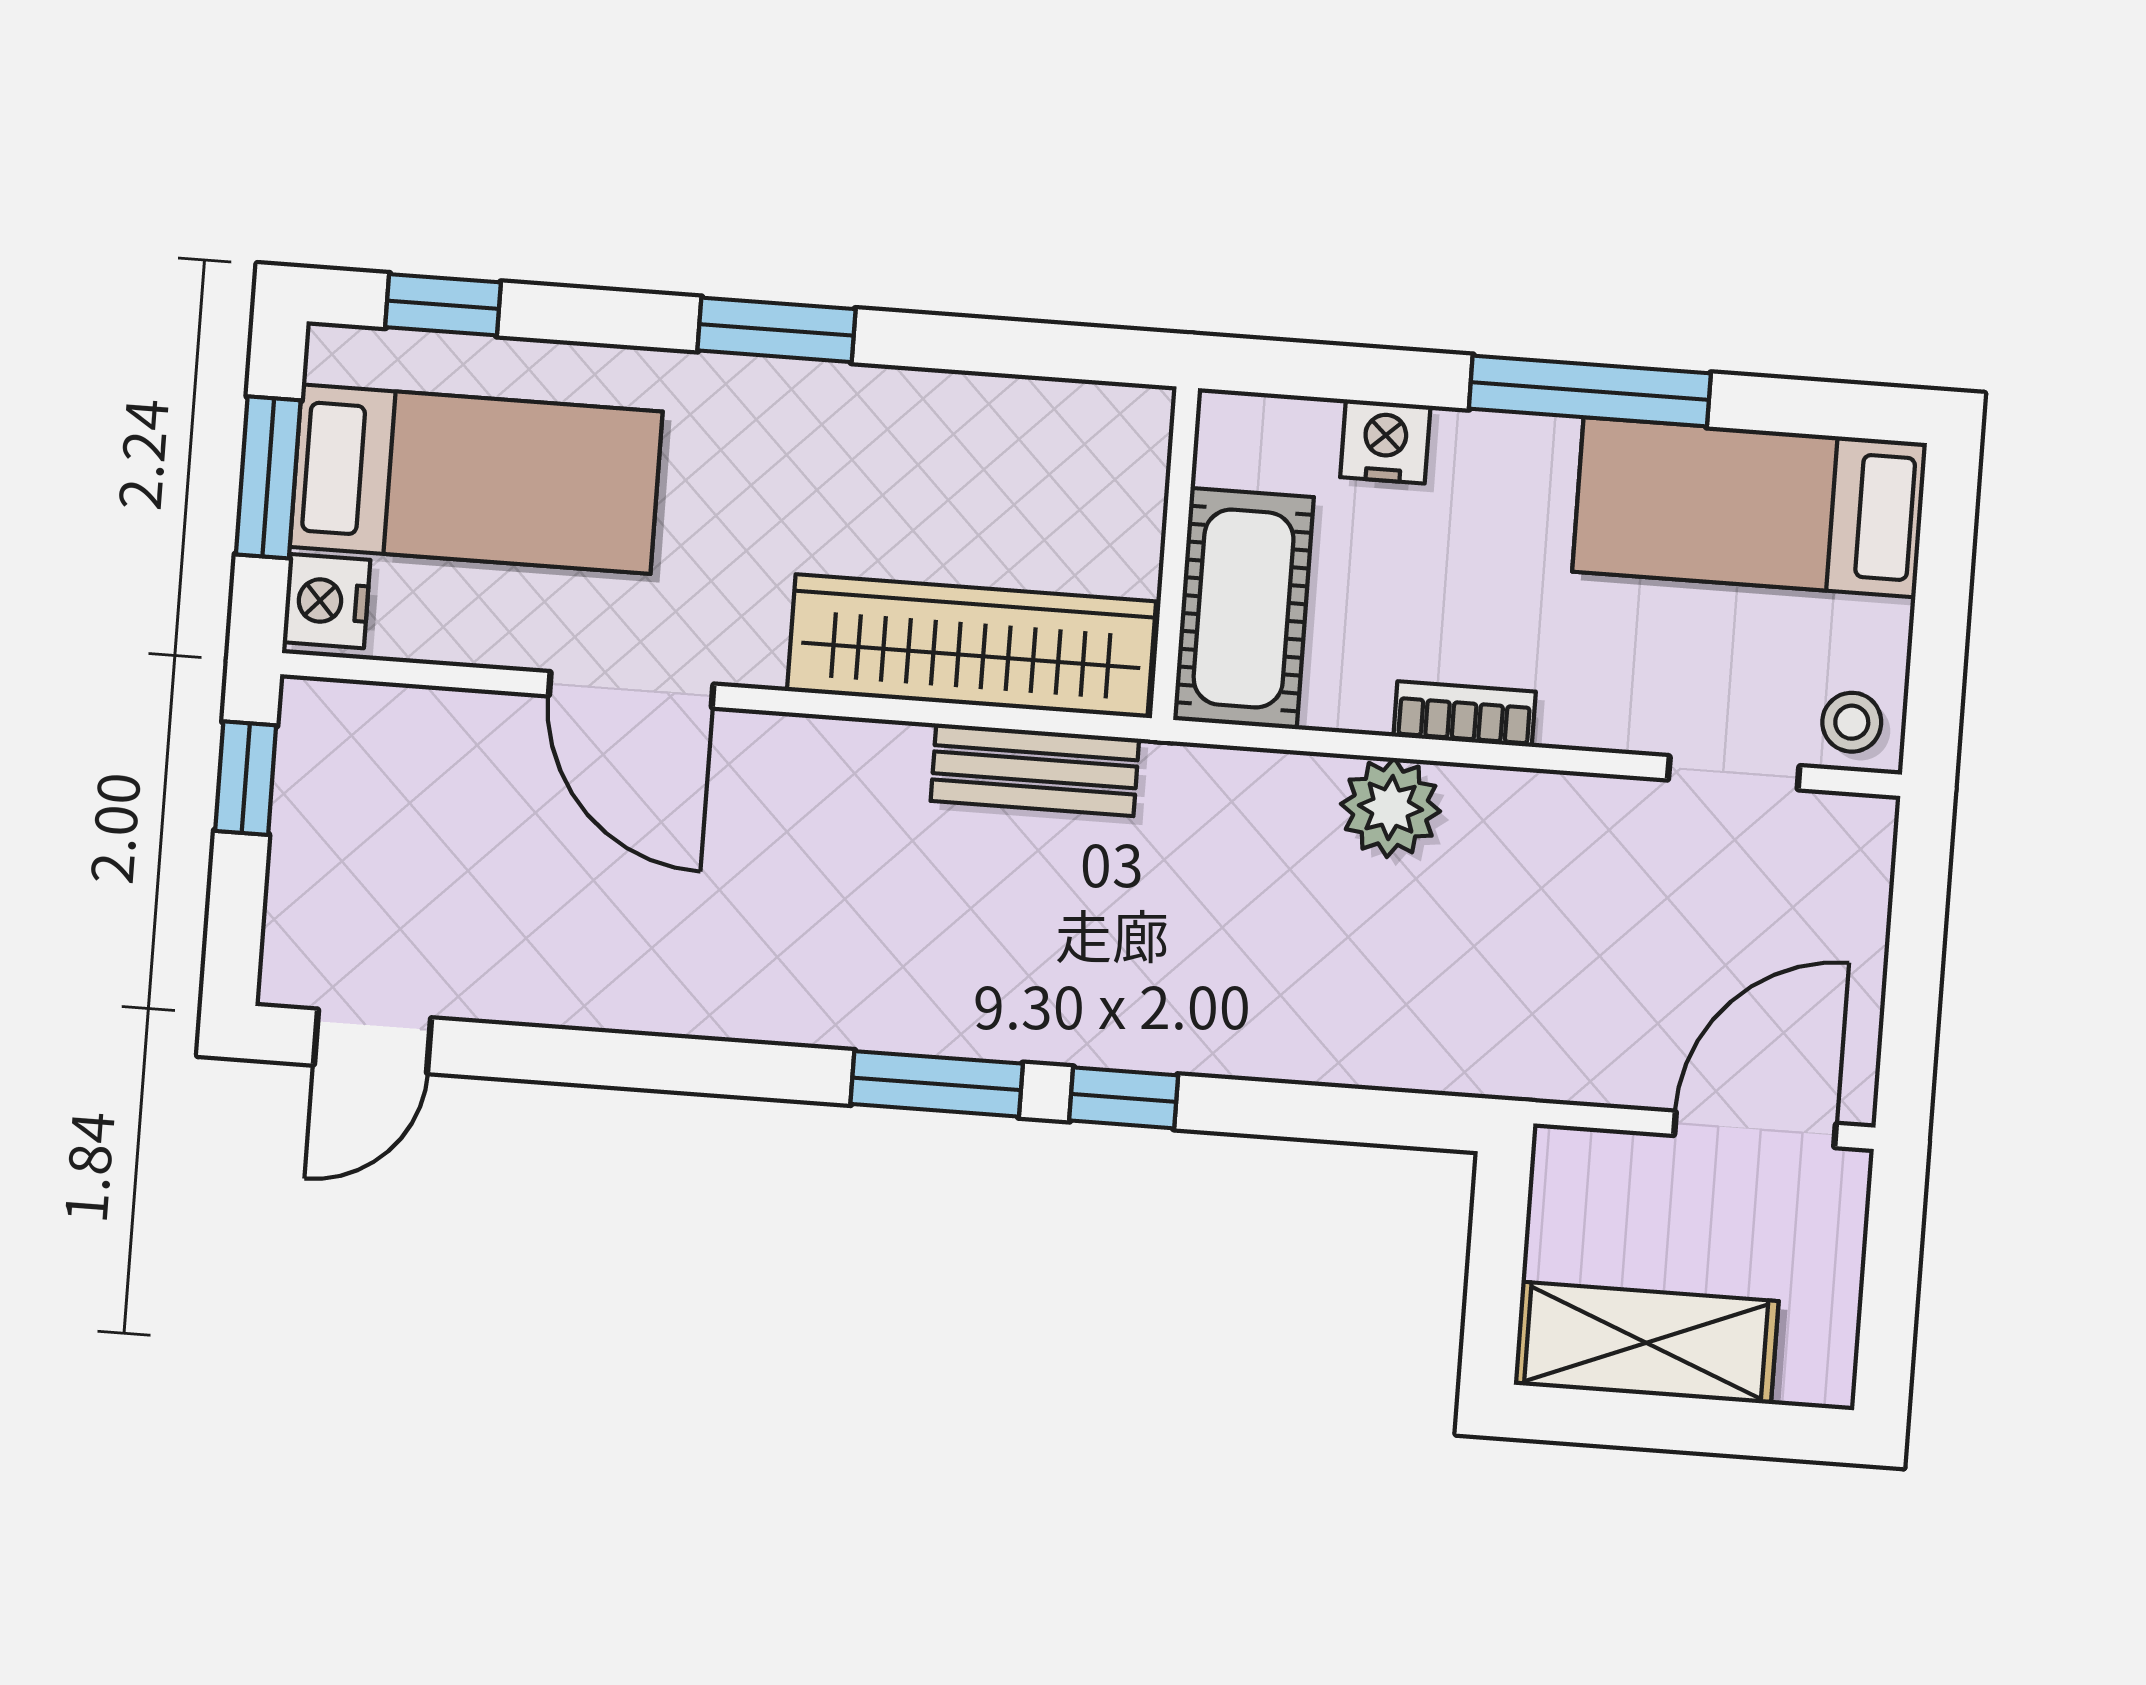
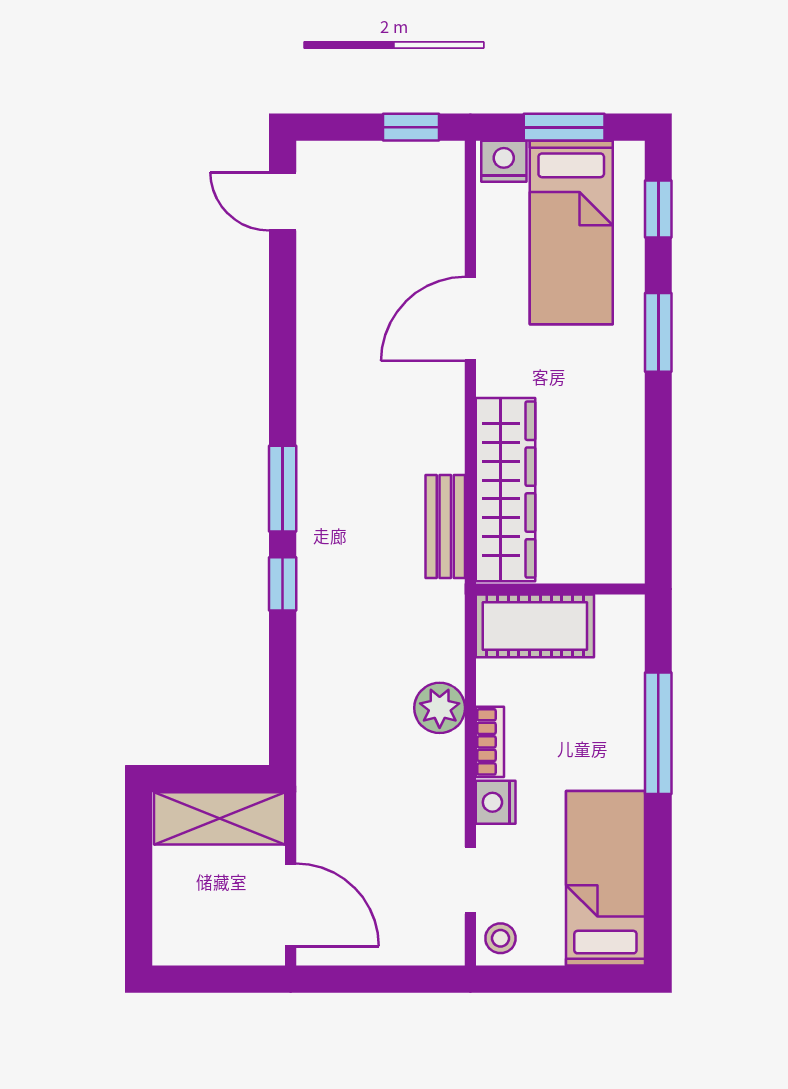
window: (776, 330) -> (658, 332), moved
window: (1590, 391) -> (658, 733), moved
nightstand: (1385, 441) -> (496, 802), moved, turned 180
shelving: (1646, 1343) -> (220, 818), moved, turned 90

